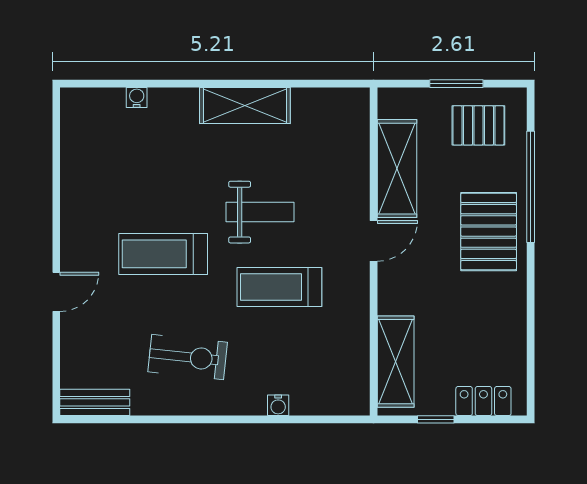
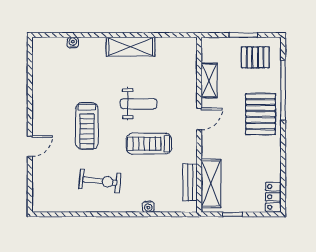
shelving: (397, 169) -> (209, 80), width x0.67, depth x0.75
treadmill: (163, 254) -> (87, 126), turned -90
locker: (483, 401) -> (273, 197), moved, turned -90
bench: (95, 402) -> (190, 182), moved, turned 90

